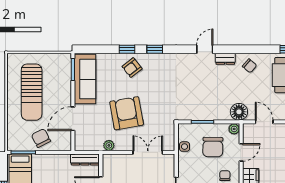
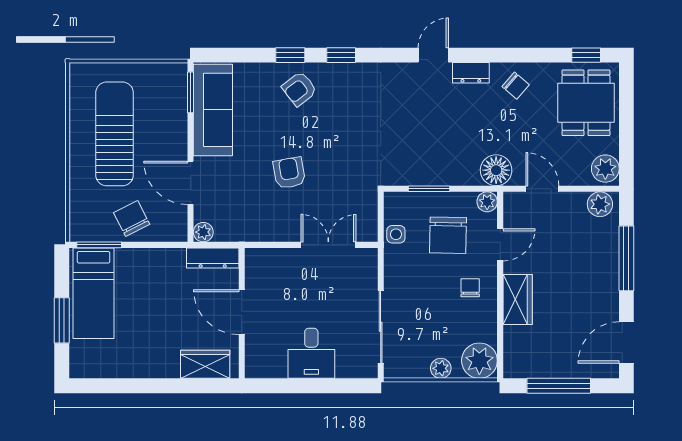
sun lounger: (32, 92) -> (115, 134), turned 180
armchair: (127, 113) -> (289, 173), width x0.53, depth x0.53
door: (73, 119) -> (191, 183), hinge flipped
plant: (109, 145) -> (203, 232), moved

